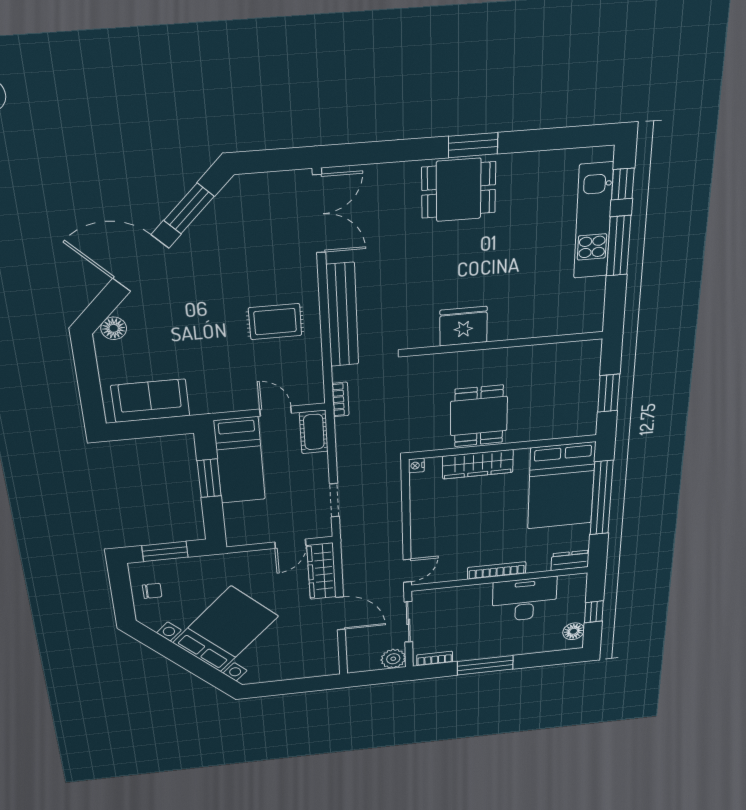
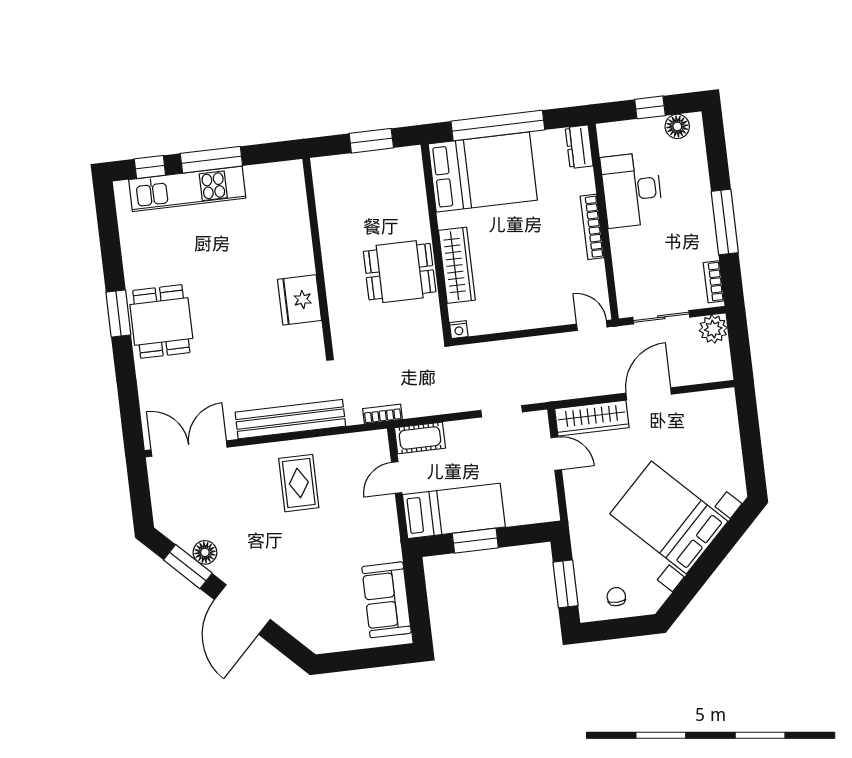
floor lamp: (114, 328) -> (205, 552), moved

